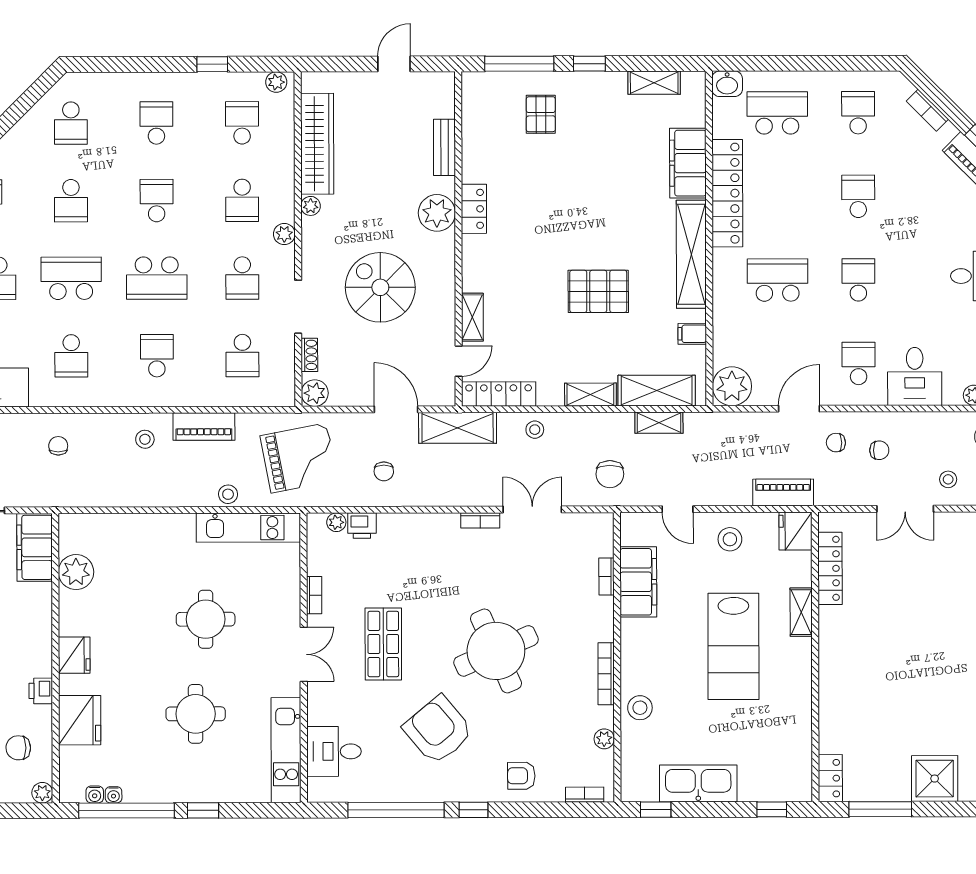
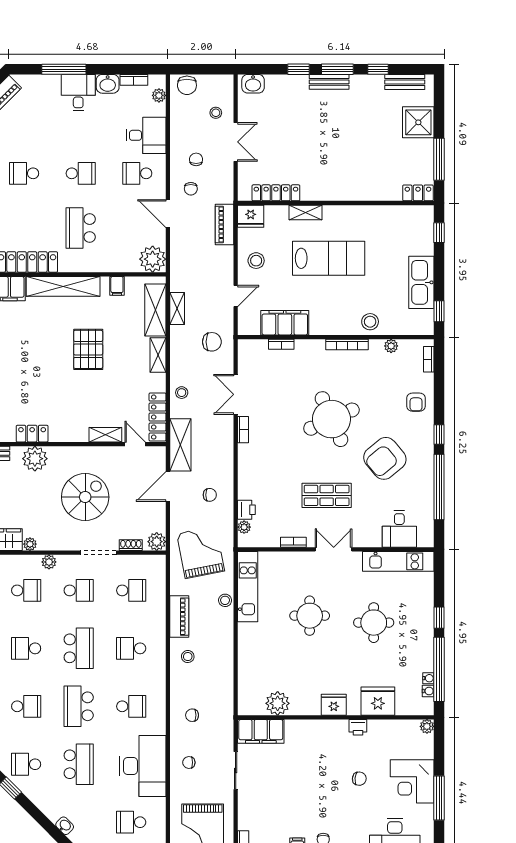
school desk: (858, 280) -> (81, 173), turned 180
spiral stairs: (380, 287) -> (85, 497), turned 180
chair: (18, 748) -> (396, 743), removed

